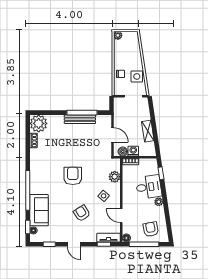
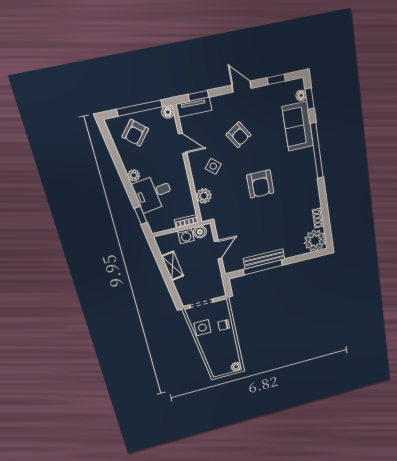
door: (113, 135) -> (218, 250), swing flipped
armchair: (151, 229) -> (135, 133), turned 50

